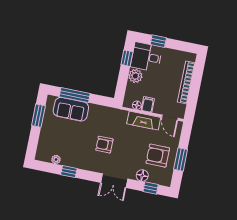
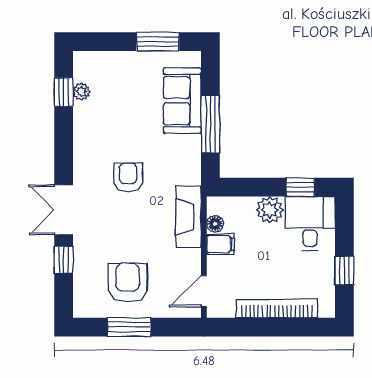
window: (158, 41) -> (344, 270), moved
window: (75, 95) -> (210, 124), moved
fireplace: (144, 121) -> (188, 217), moved
window: (69, 172) -> (64, 92), moved
floor lamp: (142, 175) -> (84, 261), removed
window: (151, 188) -> (64, 260), moved

